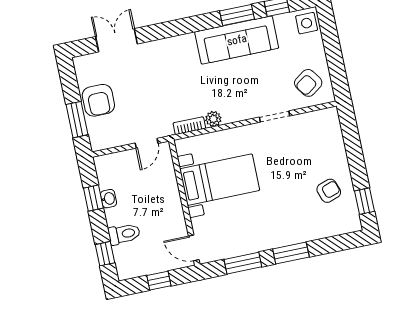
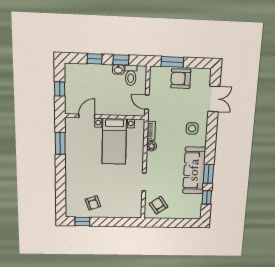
side table: (307, 23) -> (192, 128), moved
toilet: (124, 234) -> (131, 75), moved
door: (194, 248) -> (87, 116), moved
window: (291, 253) -> (60, 173), removed
window: (105, 254) -> (95, 59), moved

